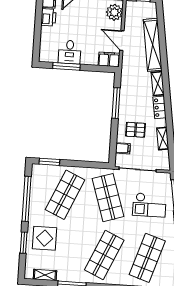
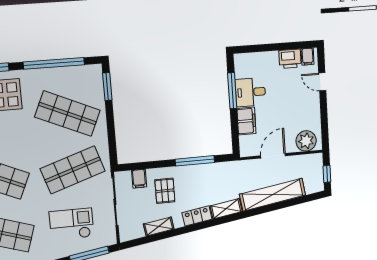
filing cabinet: (109, 59) -> (246, 121), moved
checkout: (149, 205) -> (72, 224), turned 90

